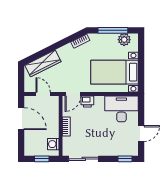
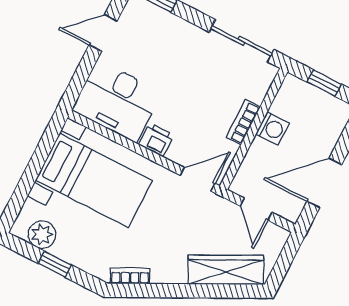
window: (113, 30) -> (55, 264), width x0.46
printer: (87, 101) -> (156, 140), moved
door: (21, 119) -> (324, 183), hinge flipped
washing machine: (53, 144) -> (272, 129), moved

